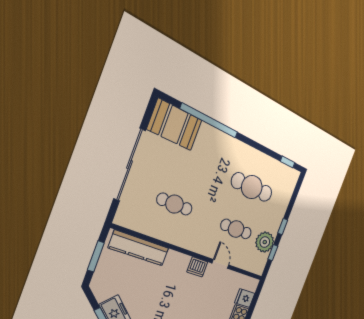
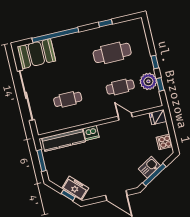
window: (288, 162) -> (105, 23), moved
dishwasher: (197, 267) -> (91, 133), moved
fridge: (245, 298) -> (158, 117), moved

